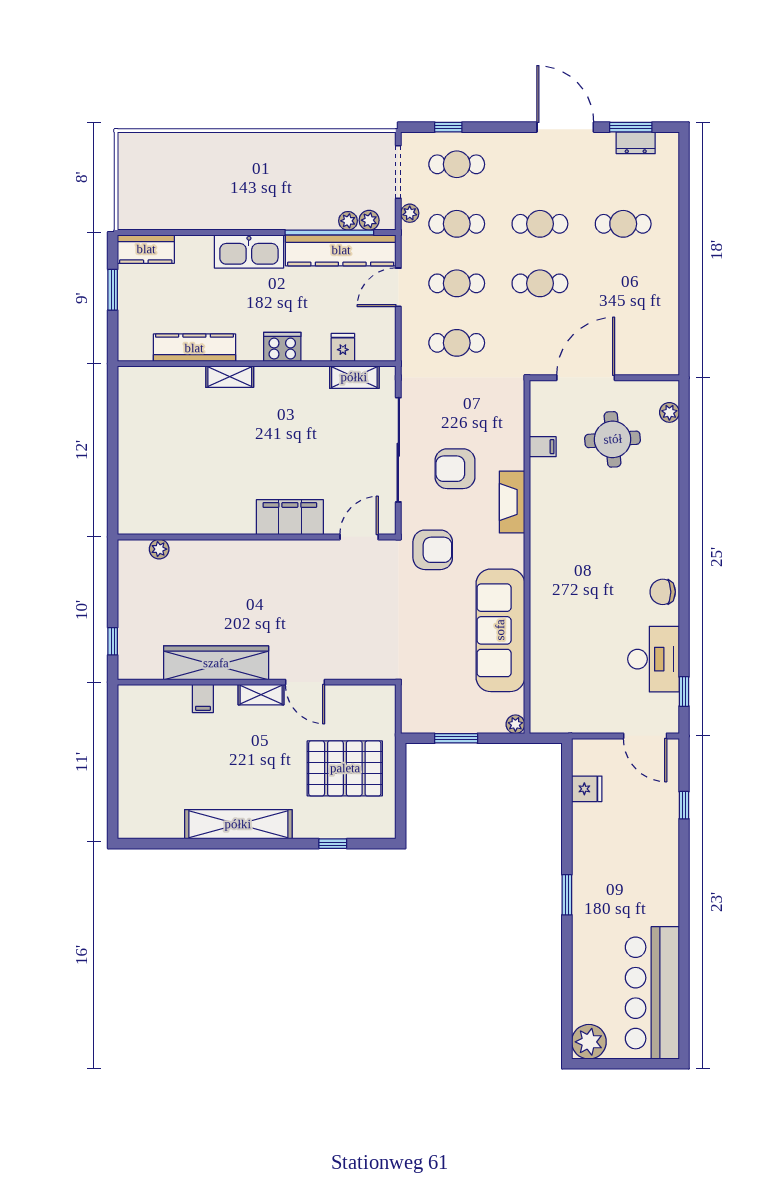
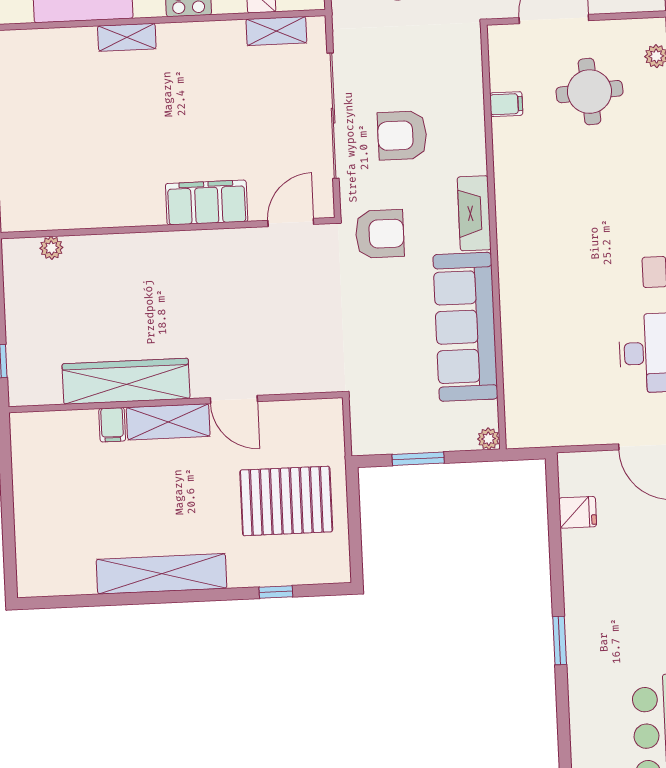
fireplace: (512, 502) -> (474, 213), moved
shelving: (261, 695) -> (168, 422), width x1.50, depth x1.33

